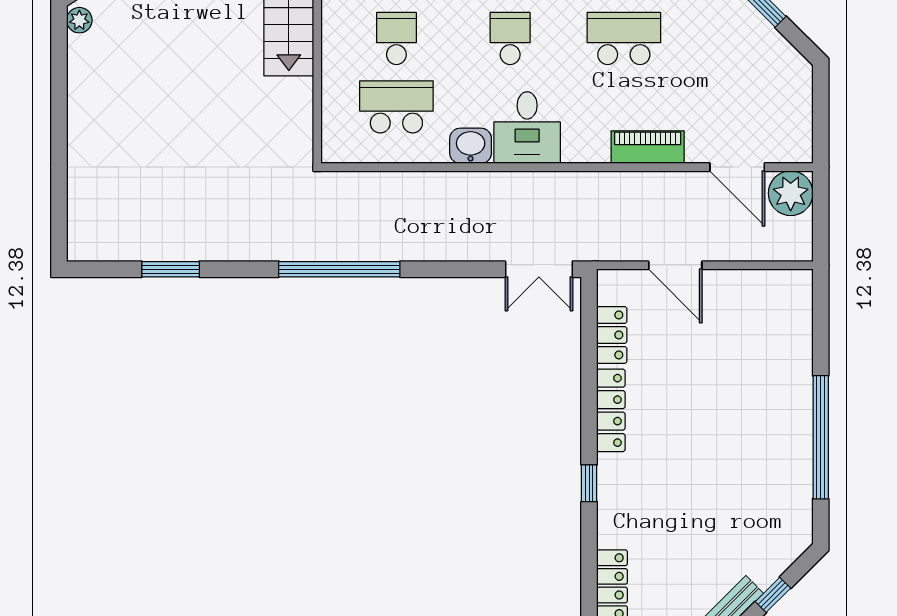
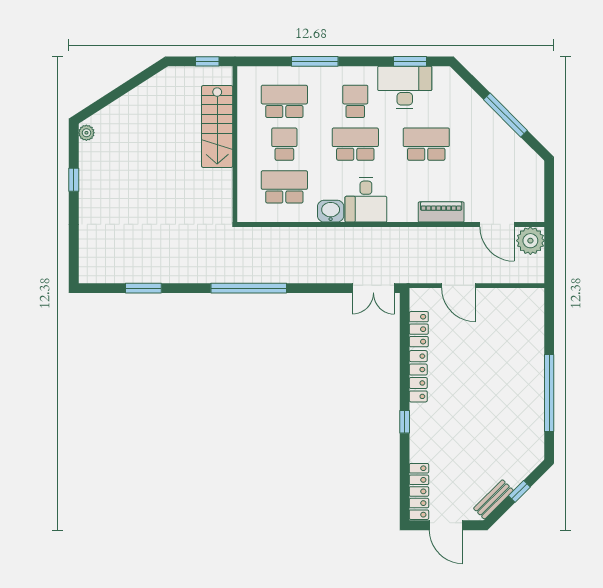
school desk: (510, 38) -> (355, 144), width x1.85
window: (59, 95) -> (74, 180), added

